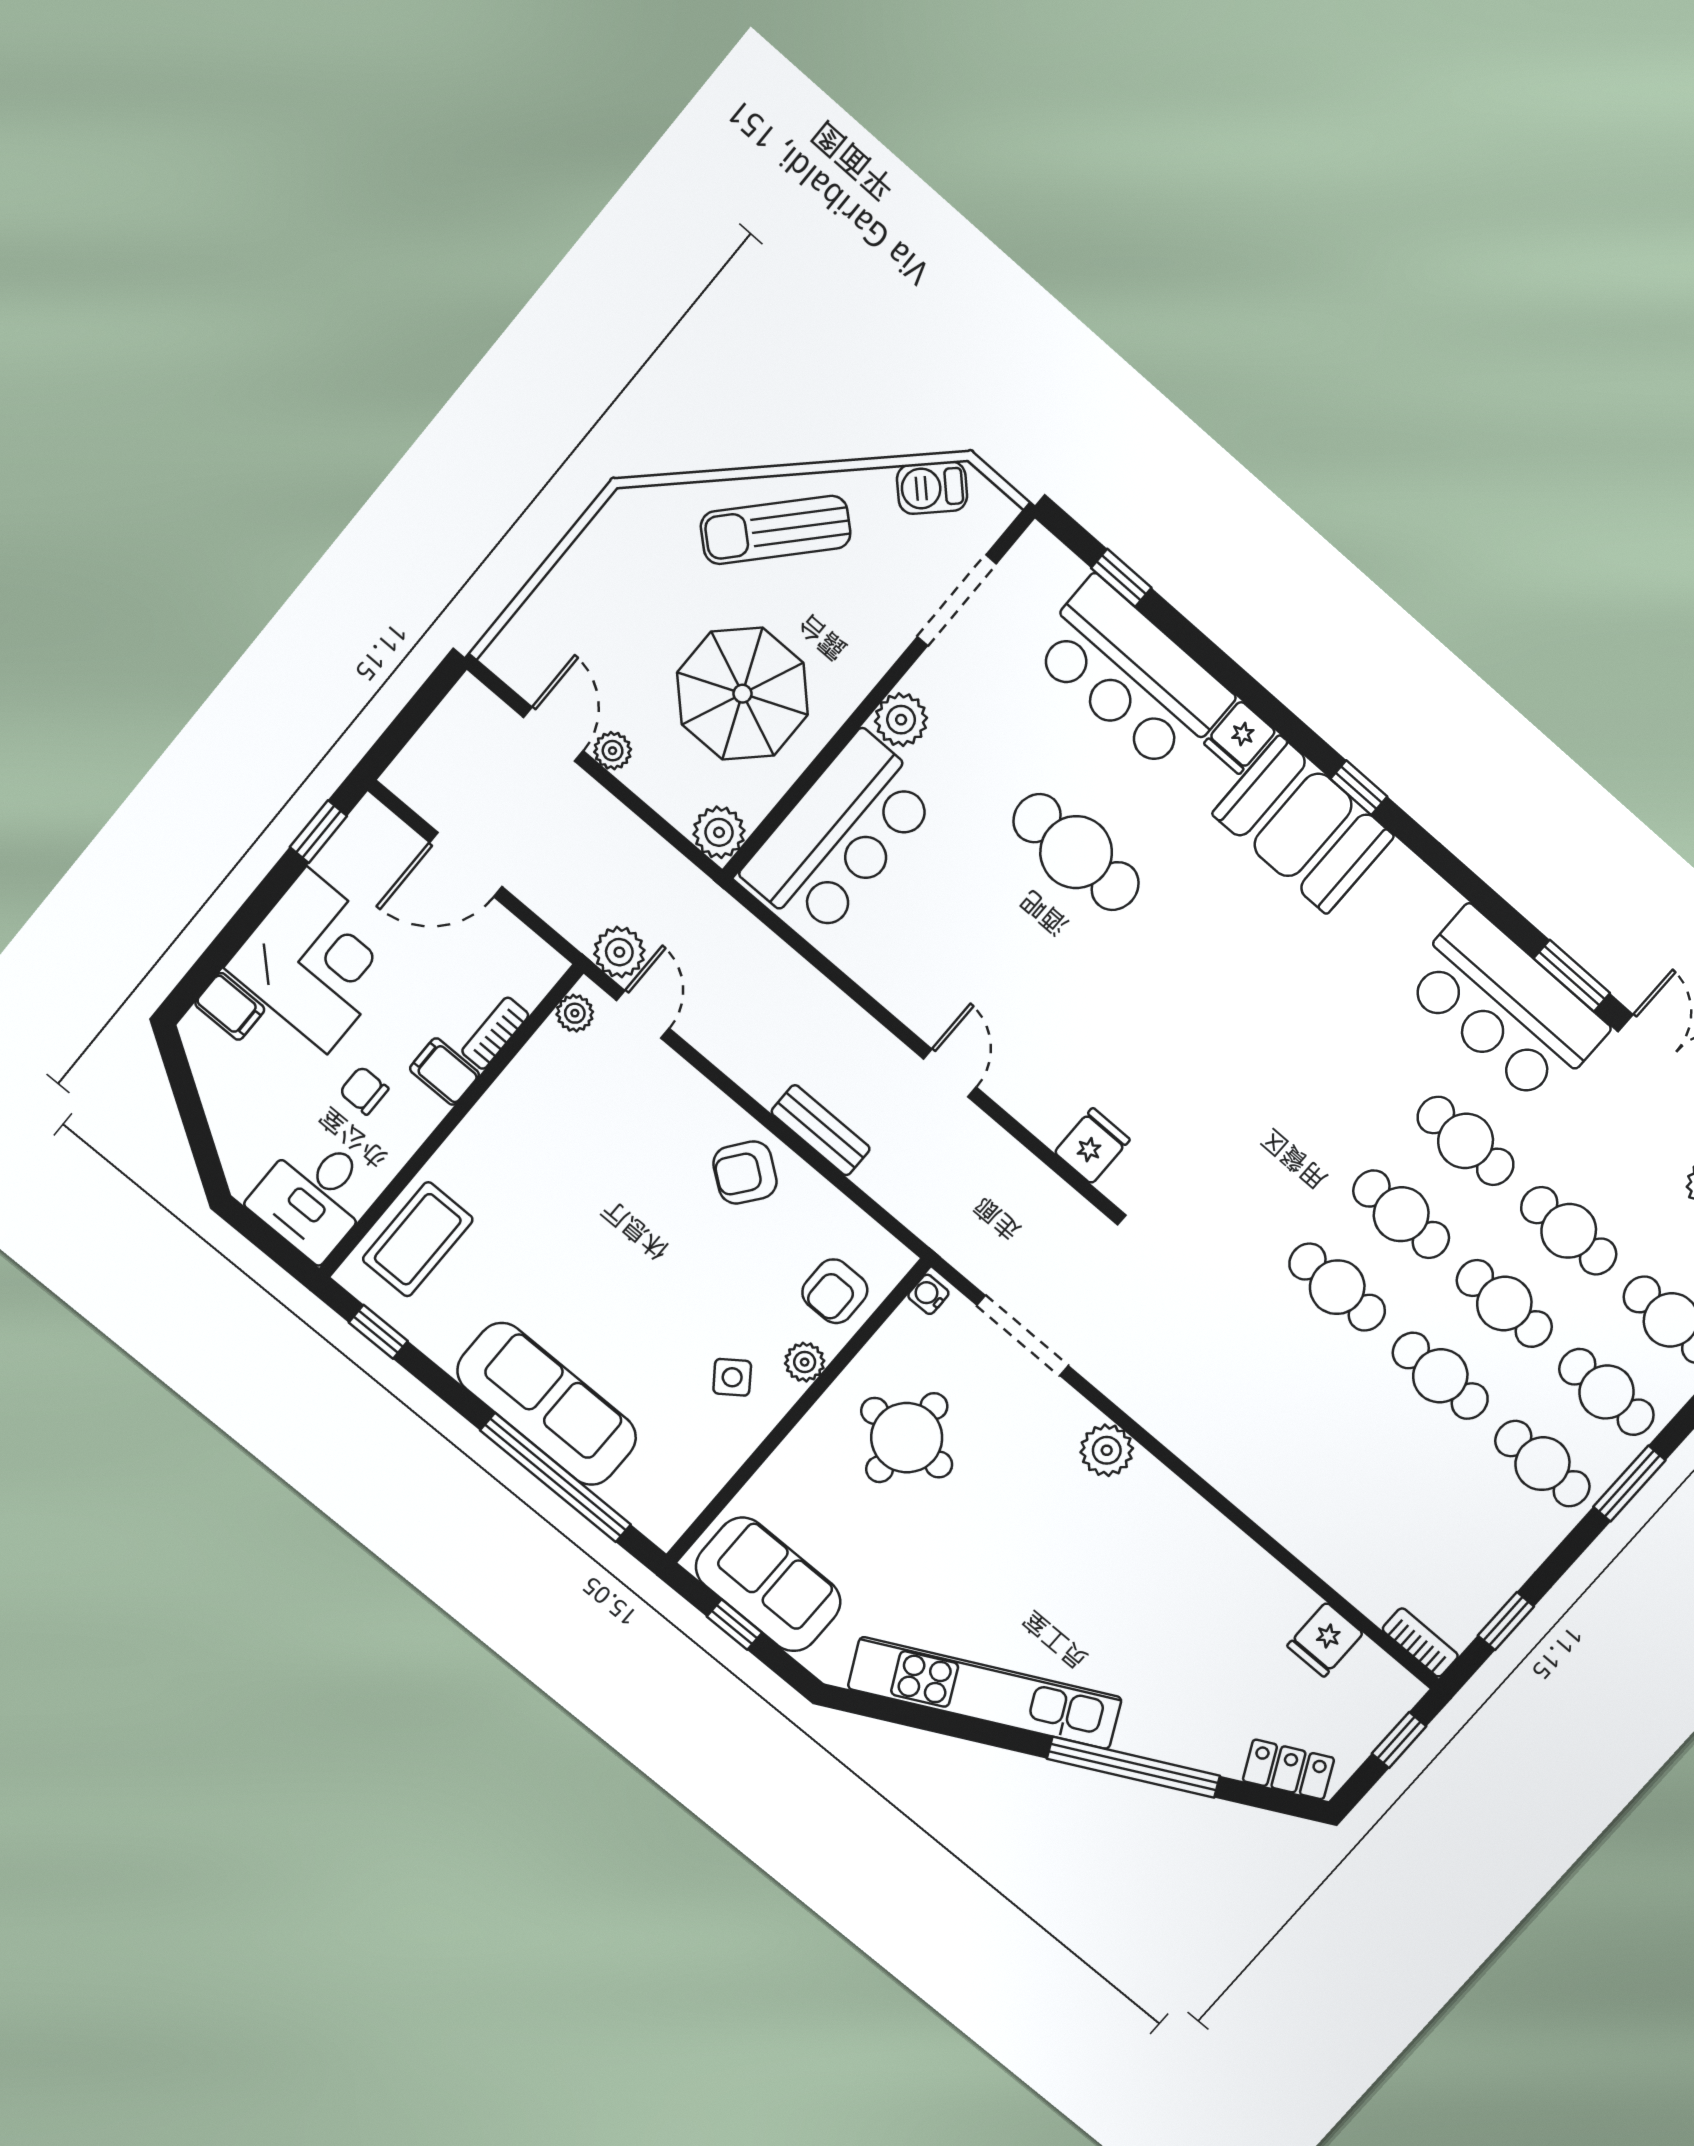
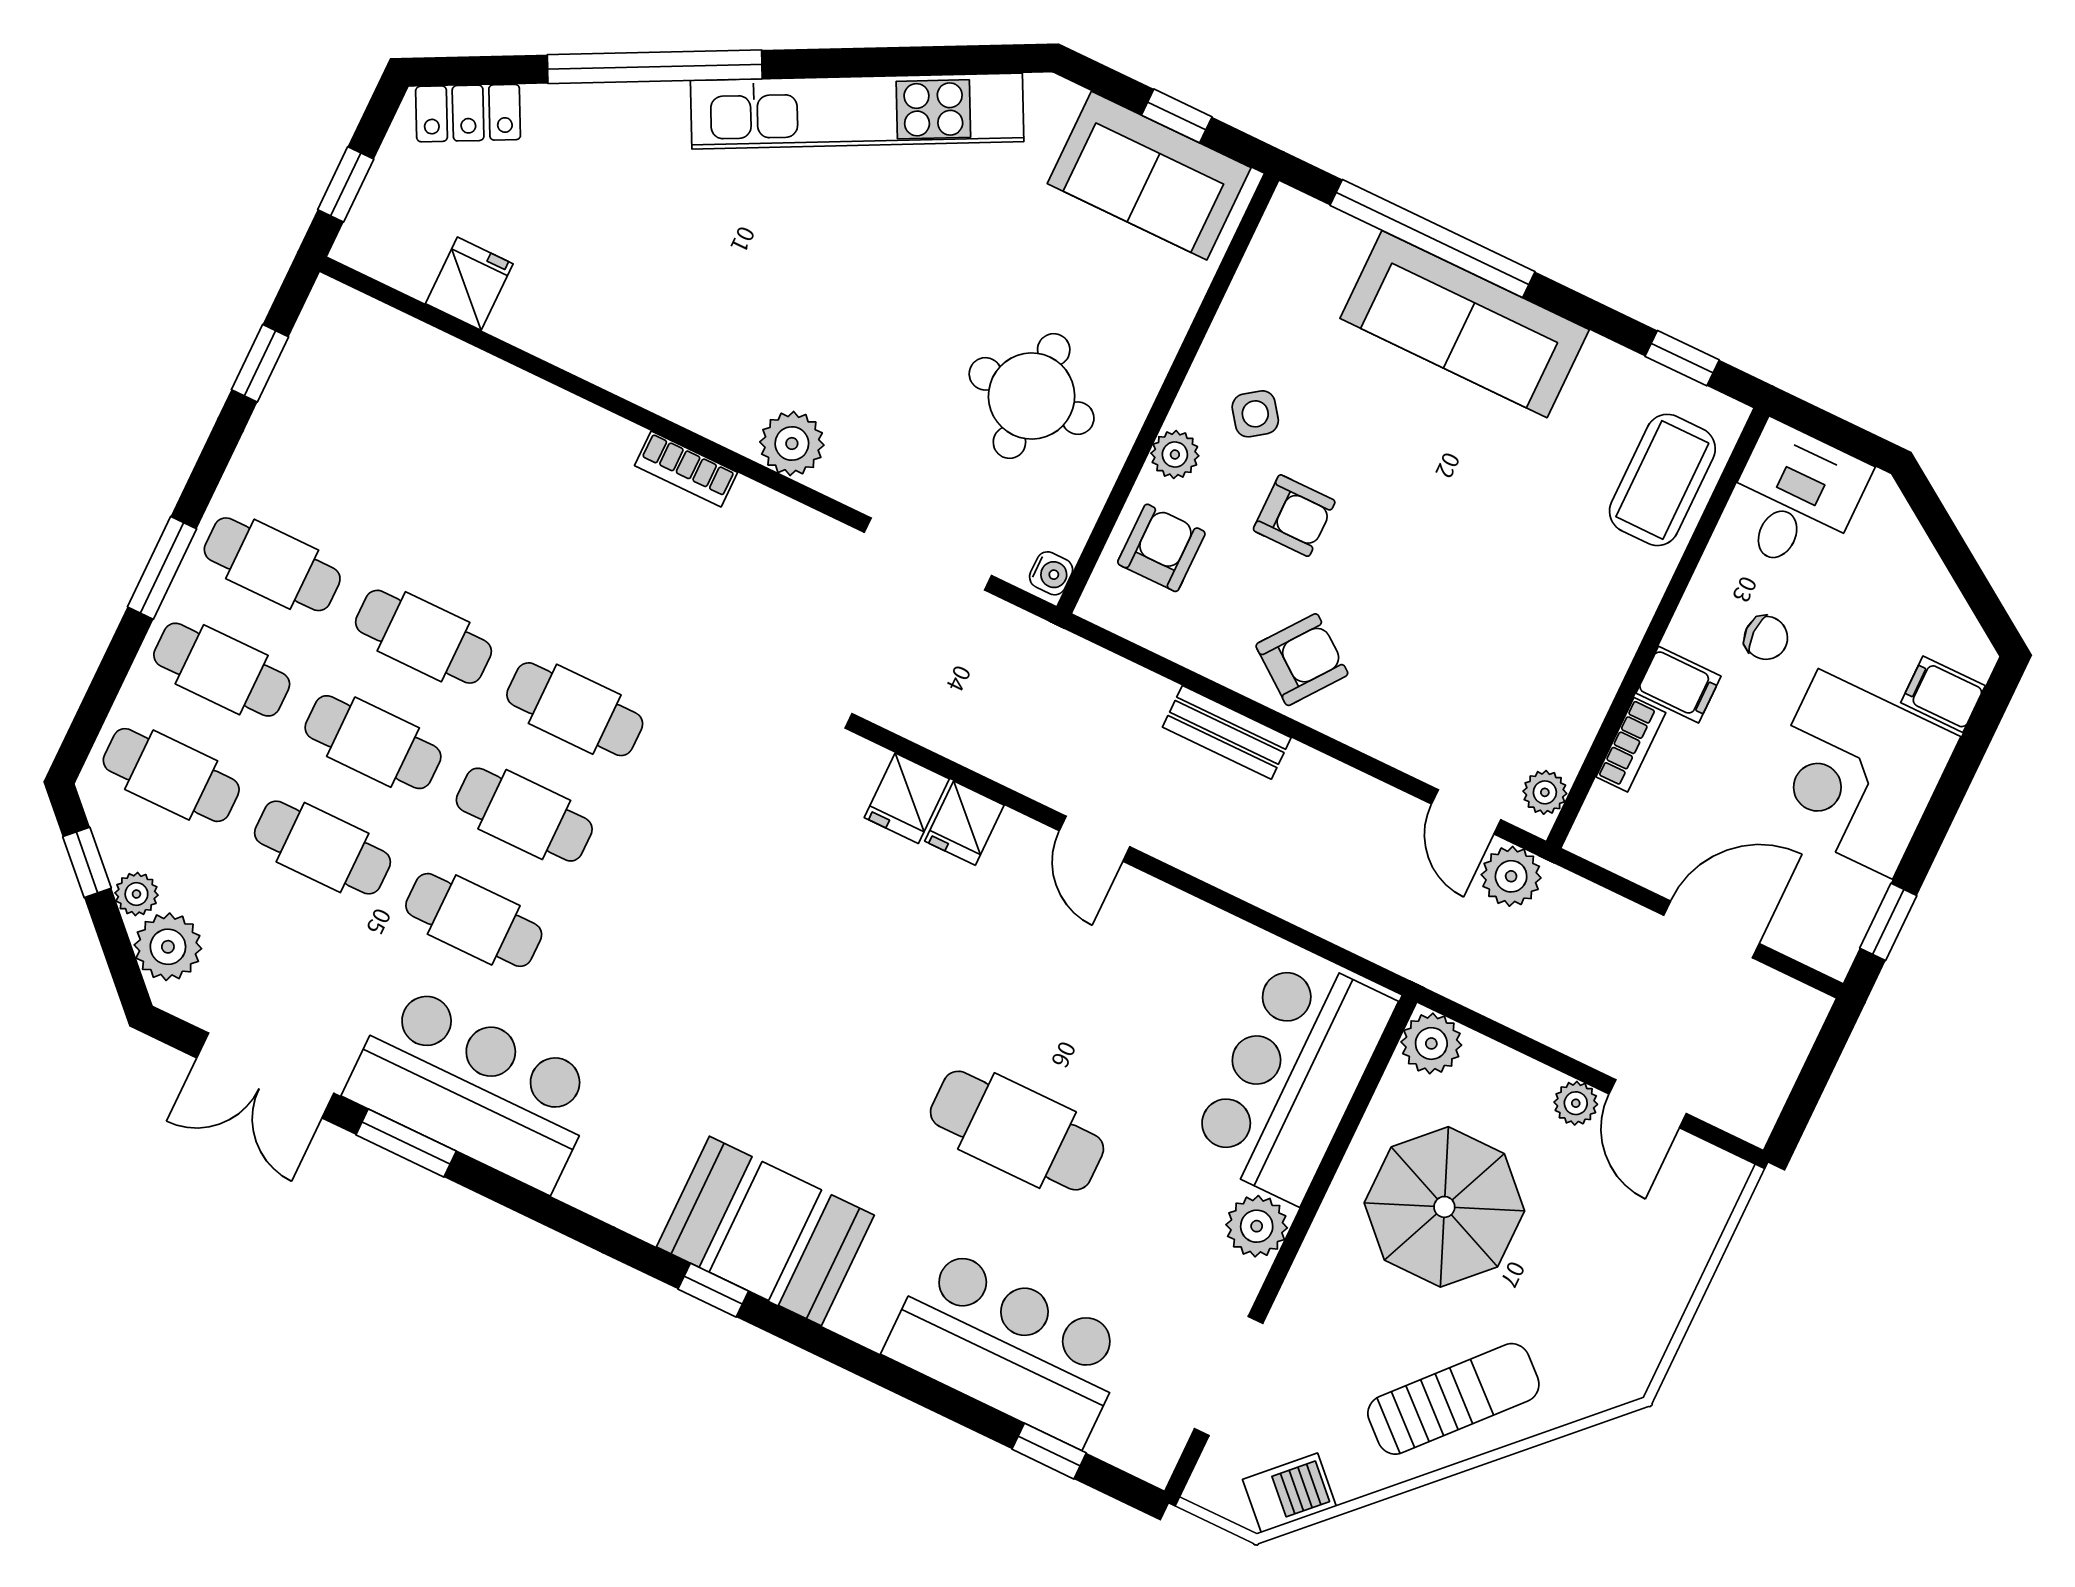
fridge: (1240, 737) -> (964, 823), moved, turned 180
armchair: (722, 1289) -> (1294, 516), added
bookcase: (1420, 1642) -> (686, 469), moved

